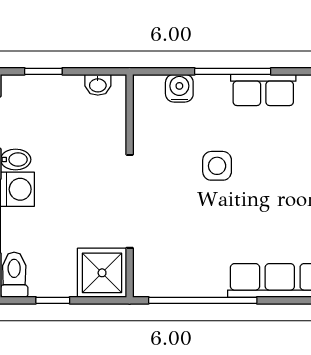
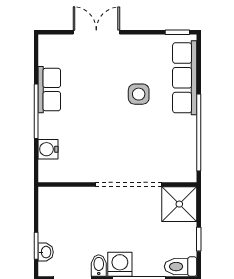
washbasin: (98, 85) -> (46, 252), moved
side table: (217, 166) -> (139, 94), moved

